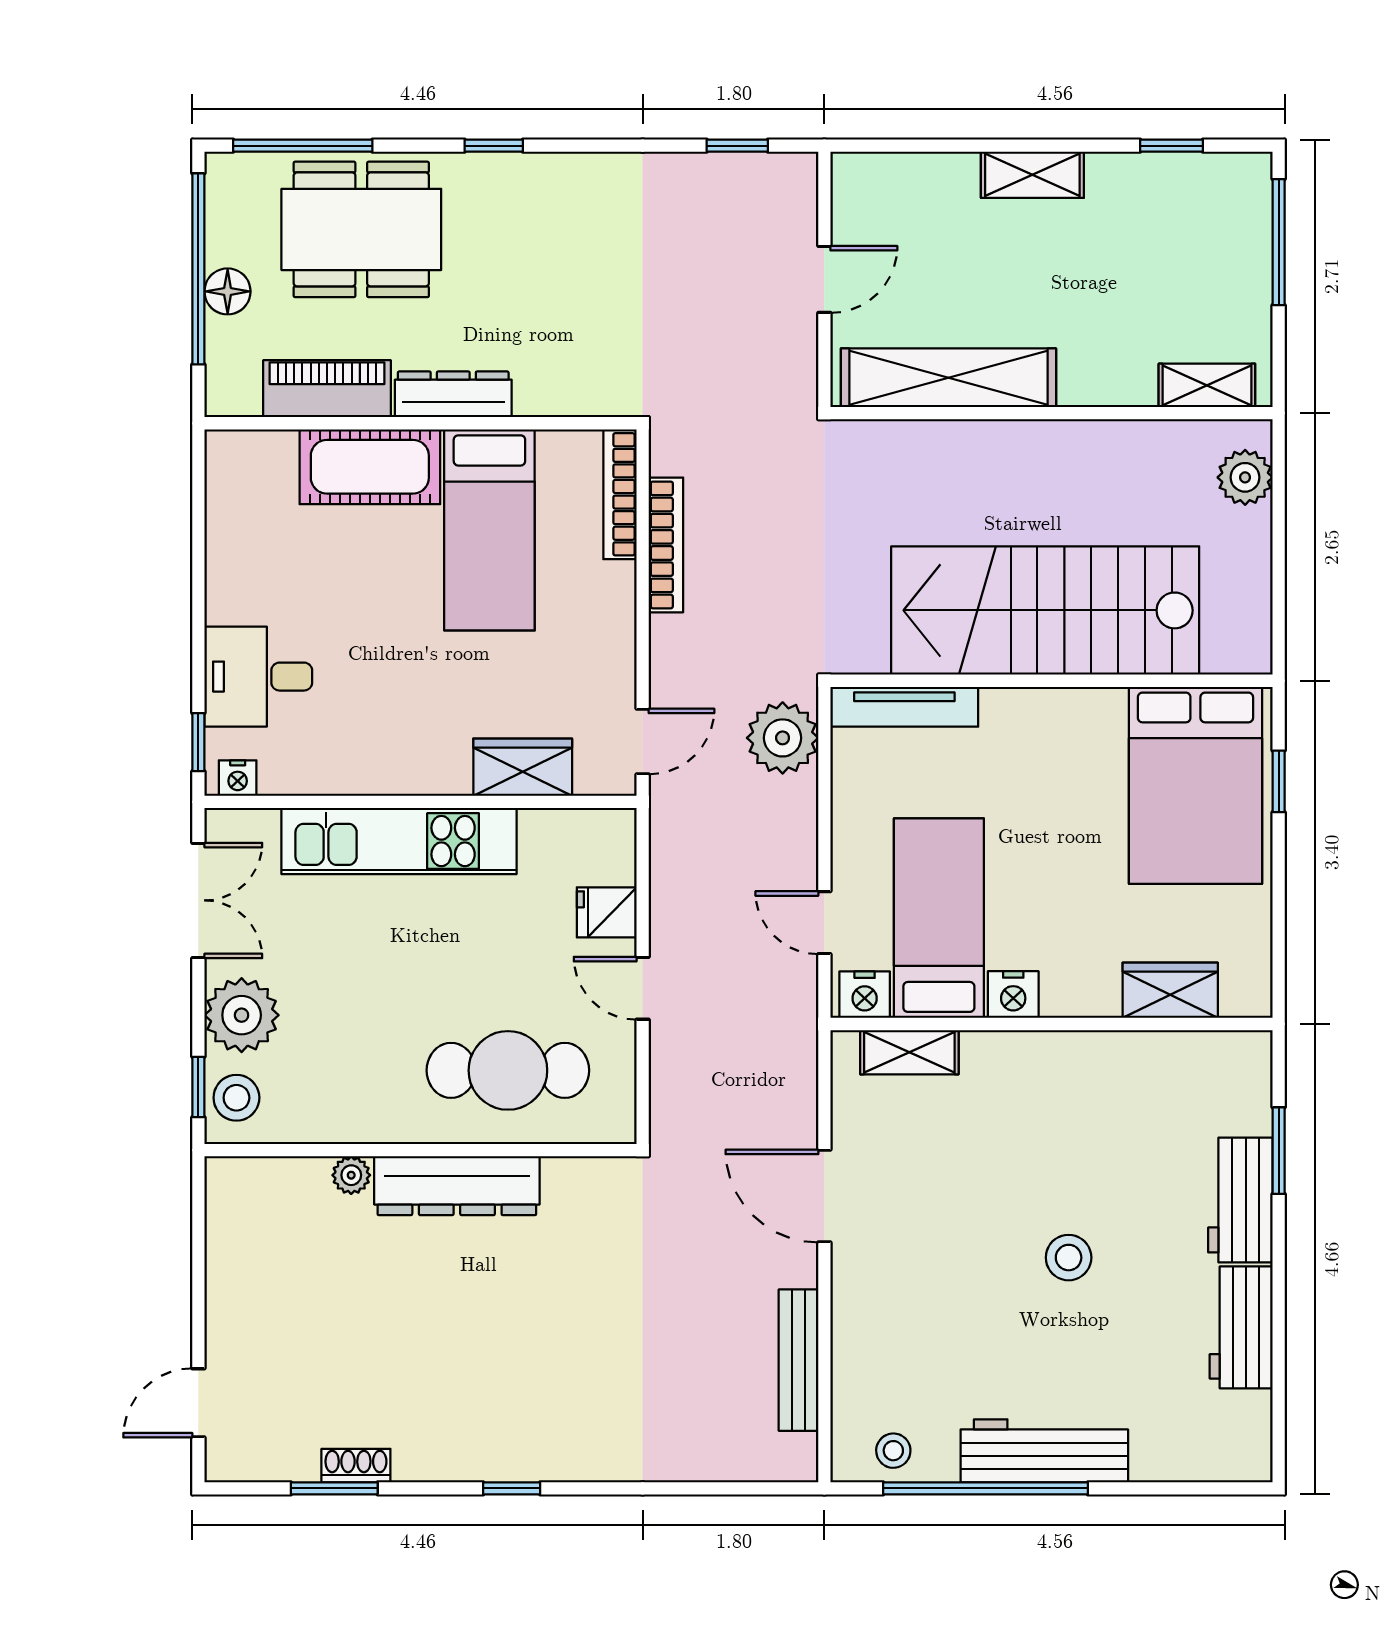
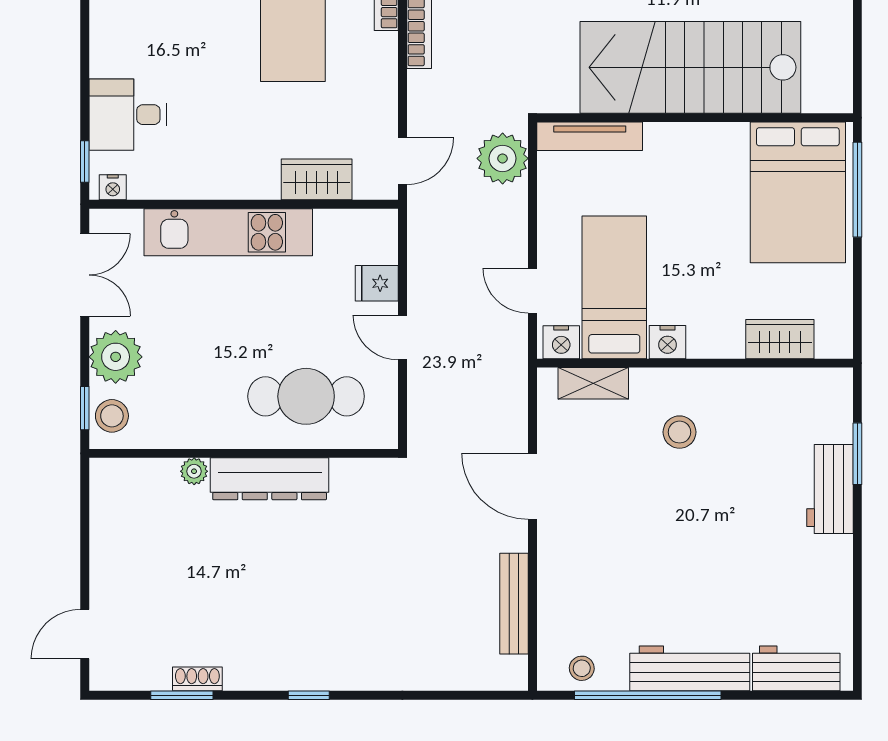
window: (1279, 781) -> (857, 190), width x2.17
stool: (1069, 1258) -> (679, 432), moved
workbench: (1241, 1327) -> (796, 668), moved, turned 90

